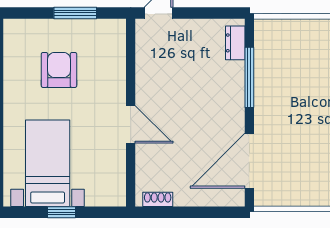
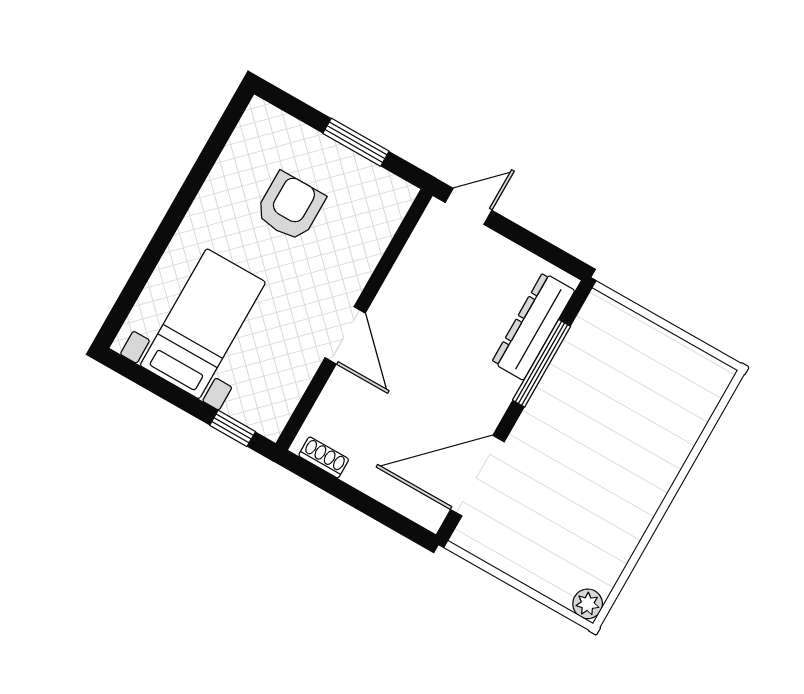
dresser: (235, 43) -> (533, 326), width x1.96, depth x1.24
window: (61, 212) -> (233, 428), moved

